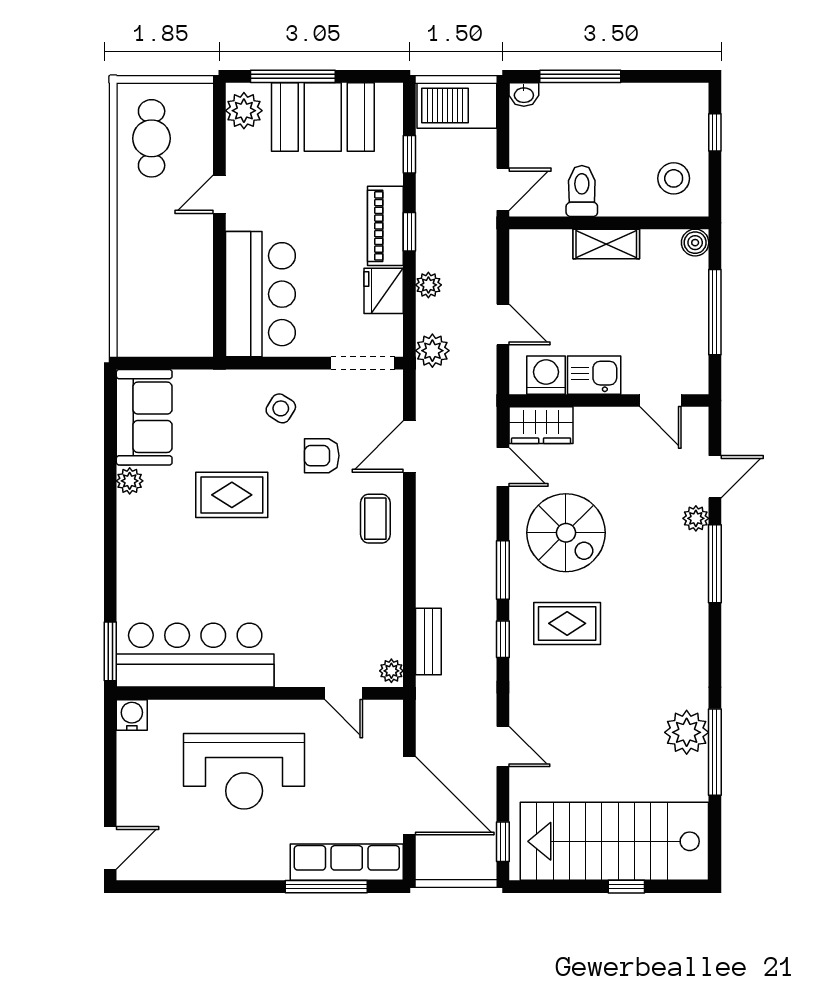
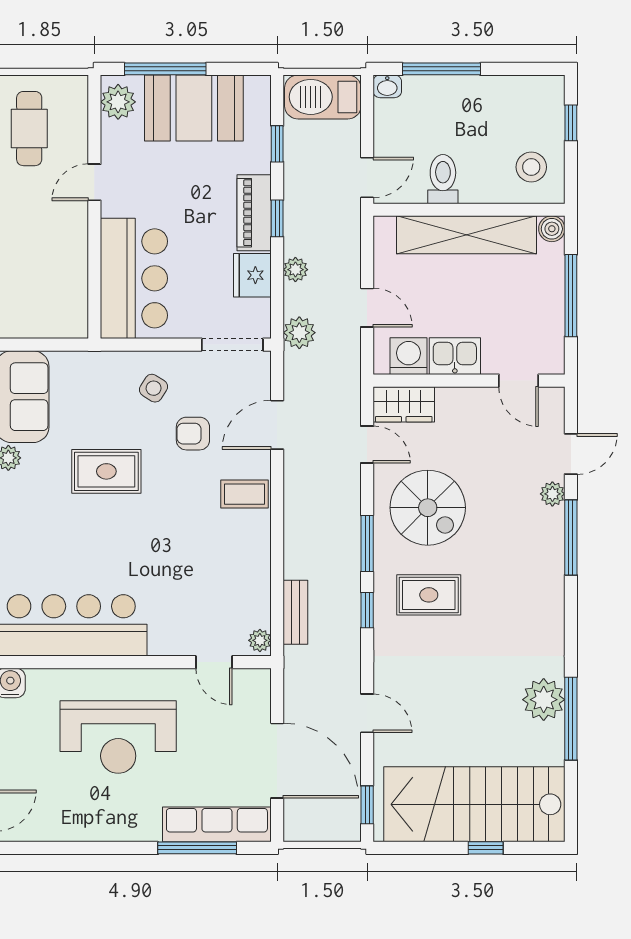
shelving: (606, 244) -> (466, 235), width x2.20, depth x1.33
coffee table: (375, 519) -> (244, 494), turned 90

